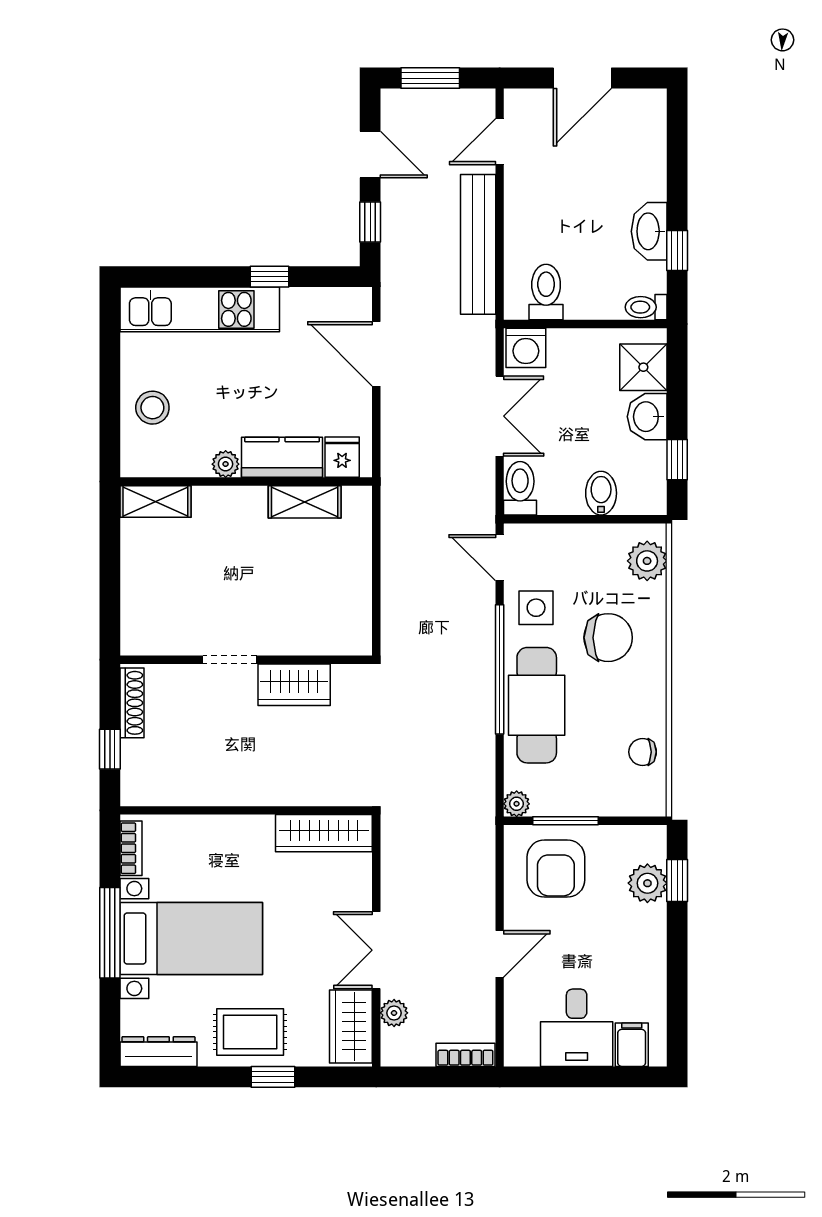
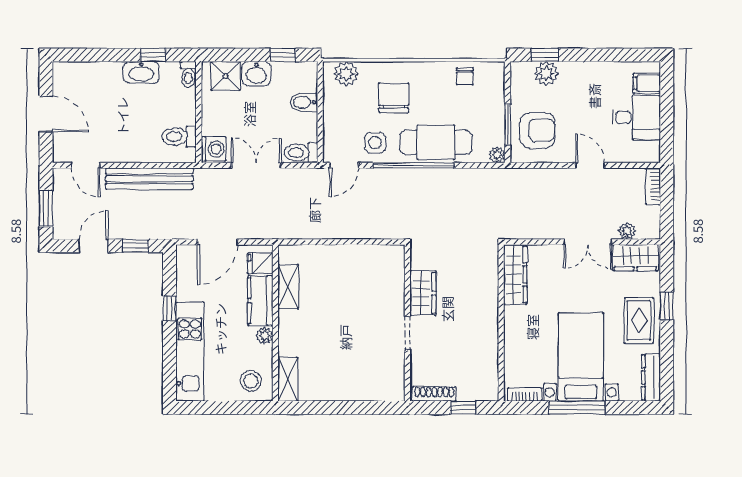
kitchen counter: (282, 457) -> (260, 301), moved
fridge: (342, 457) -> (260, 263), moved
plant: (226, 464) -> (265, 336), moved
wall: (246, 482) -> (275, 323), moved
shelving: (155, 502) -> (288, 379), moved
shelving: (305, 502) -> (288, 287), moved

